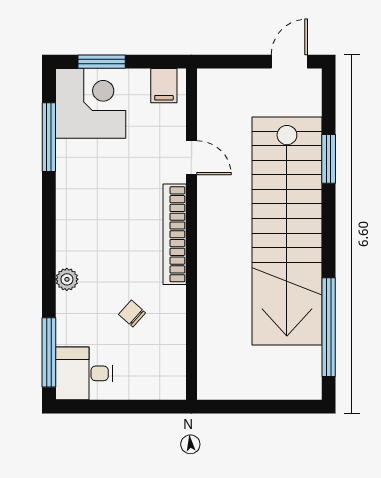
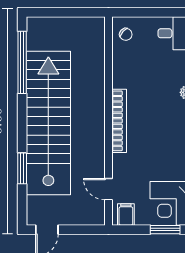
door: (192, 158) -> (109, 189), moved
chair: (132, 314) -> (126, 34), moved

